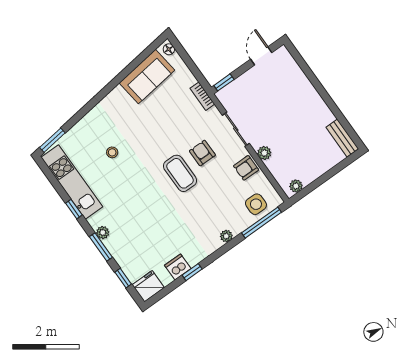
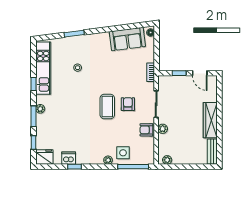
door: (261, 56) -> (200, 73), swing flipped
window: (224, 82) -> (179, 73), moved
wardrobe: (313, 103) -> (210, 120), added
window: (52, 140) -> (74, 34), moved
side table: (256, 204) -> (123, 153), moved

